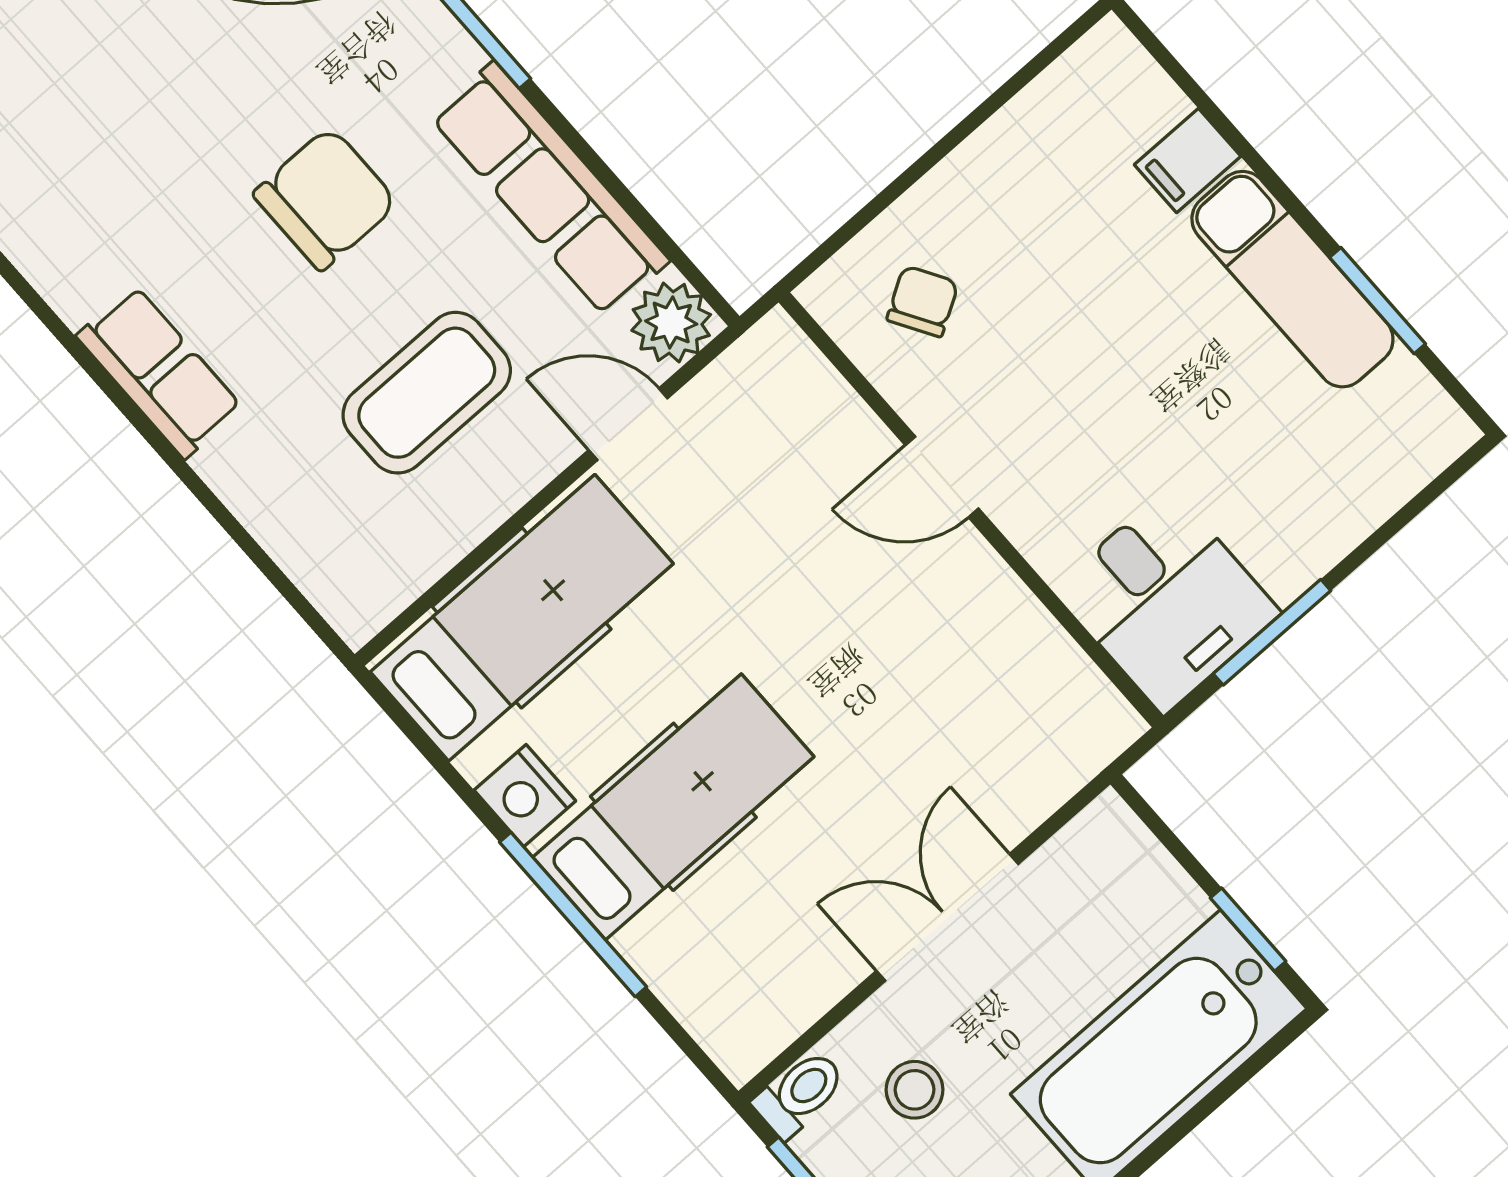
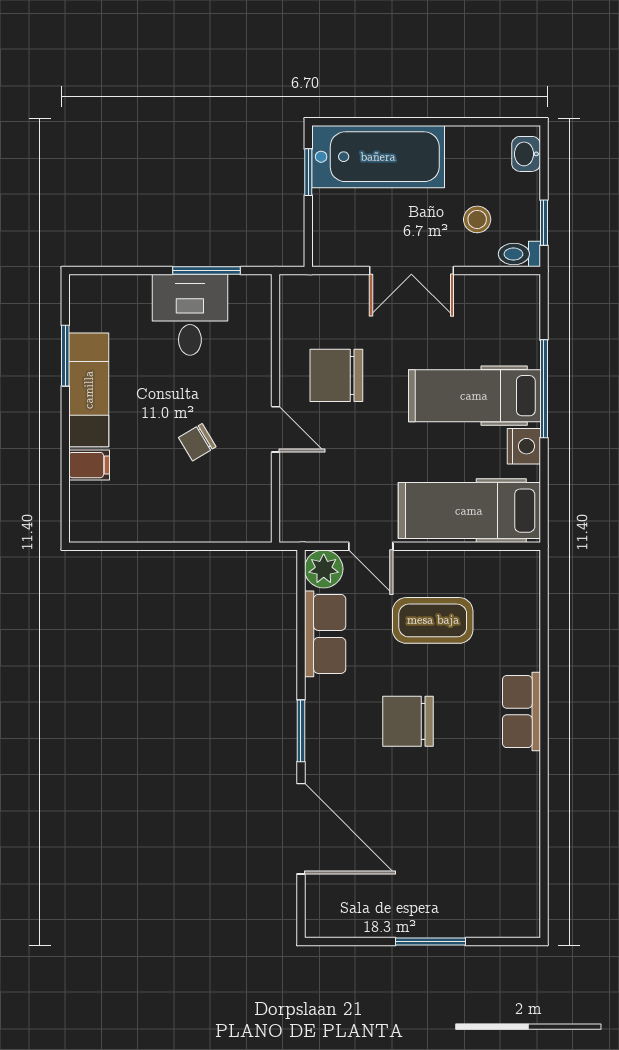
row of seats: (550, 189) -> (325, 634), width x0.68
chair: (923, 301) -> (197, 442), moved
desk: (1167, 601) -> (190, 315), moved
chair: (920, 647) -> (336, 375), added

